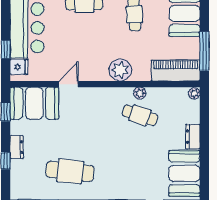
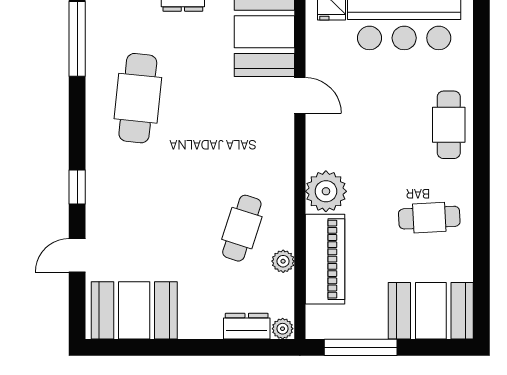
piano: (176, 71) -> (325, 259), moved
plant: (140, 93) -> (283, 261), moved
dresser: (193, 137) -> (247, 326), moved

